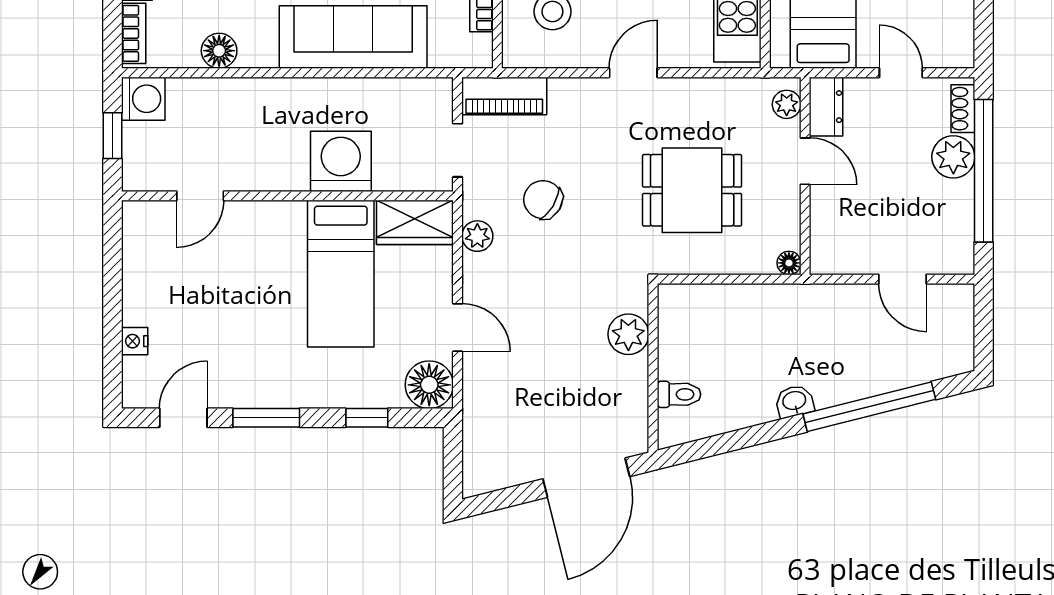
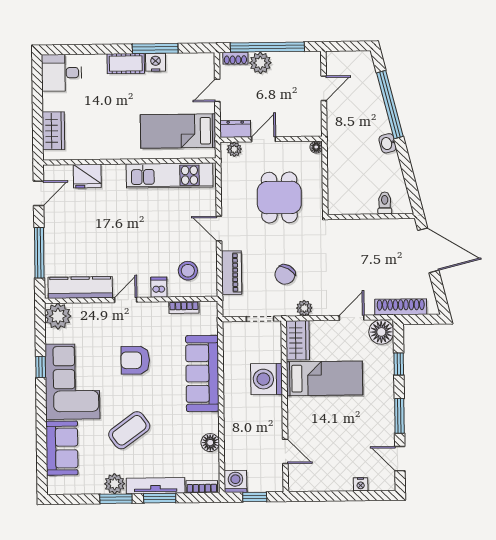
piano: (504, 96) -> (232, 273), moved
plant: (628, 334) -> (354, 229), removed
shoe rack: (477, 423) -> (401, 307), added

